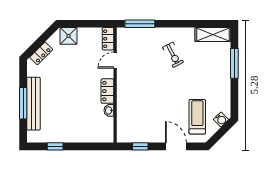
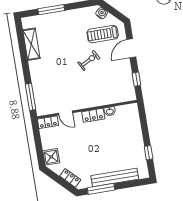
shelving: (213, 35) -> (31, 44), moved
exercise bike: (173, 55) -> (89, 60), moved
window: (23, 103) -> (101, 189), moved

